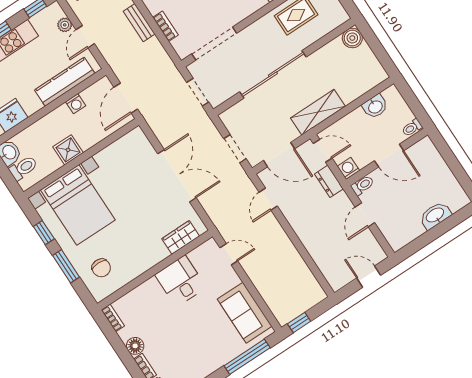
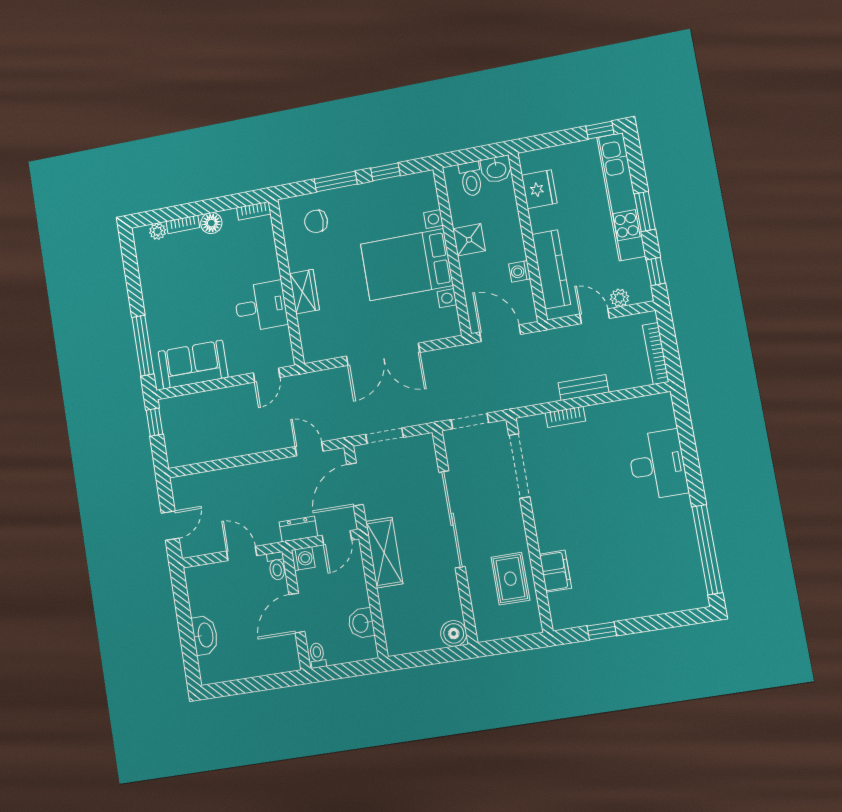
bed with nightstands: (78, 205) -> (407, 265), moved
wardrobe: (181, 237) -> (304, 292), moved

